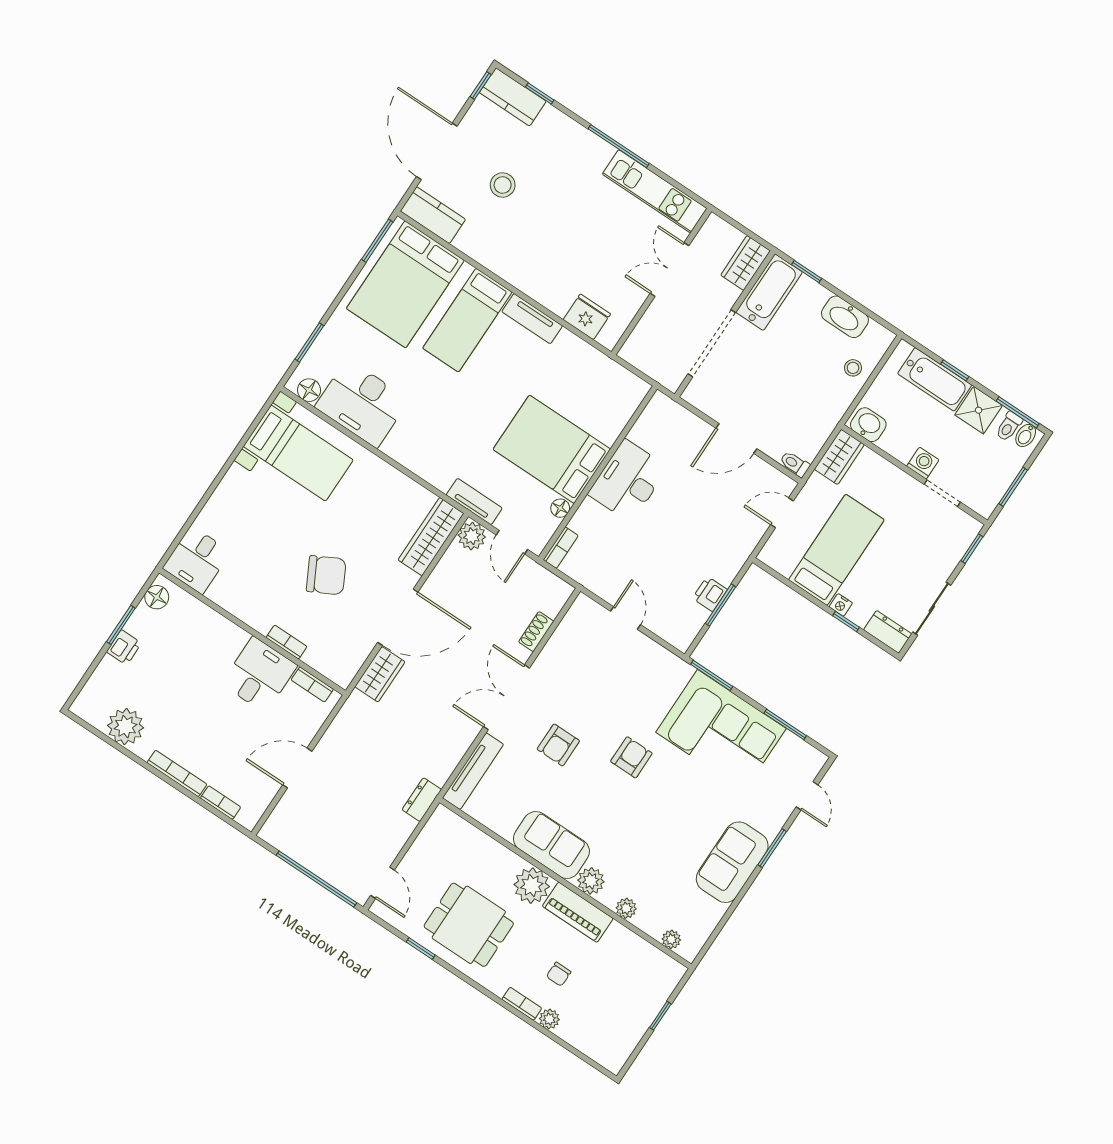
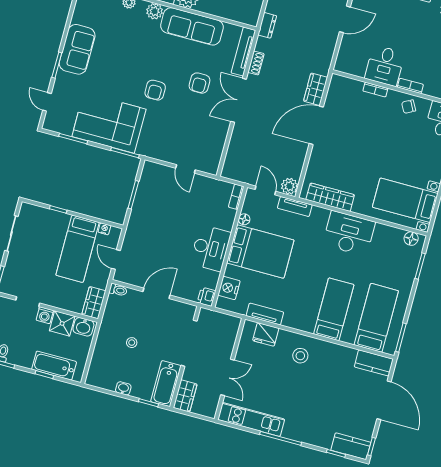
stool: (503, 185) -> (300, 356), moved
bed: (405, 284) -> (376, 318), width x0.67
washbasin: (845, 317) -> (123, 388), width x0.52, depth x0.69
tv unit: (532, 319) -> (265, 314), moved
stool: (853, 368) -> (132, 343), moved
desk: (362, 403) -> (349, 233), moved
nightstand: (620, 409) -> (229, 288), added
shower: (979, 410) -> (62, 323), moved
door: (782, 513) -> (116, 260), swing flipped
wardrobe: (431, 537) -> (330, 197), moved, turned -90
chair: (326, 575) -> (409, 107), moved, width x0.54, depth x0.54
printer: (710, 594) -> (206, 297), moved, turned 180
nightstand: (841, 605) -> (104, 229), moved
shoe rack: (536, 632) -> (256, 63), moved
dresser: (888, 632) -> (32, 212), removed
bookcase: (312, 684) -> (410, 86), moved
double door: (506, 697) -> (239, 100), swing flipped
armchair: (558, 745) -> (199, 83), turned 180
sofa: (551, 845) -> (192, 26), width x1.36

